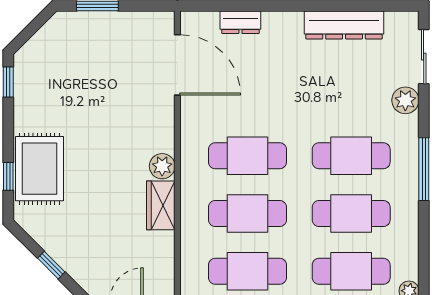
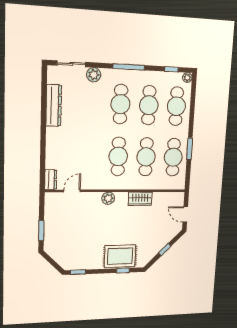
dresser: (240, 22) -> (51, 180), moved
door: (177, 65) -> (72, 191), width x0.53
plant: (162, 166) -> (108, 198), moved
window: (424, 256) -> (171, 69), added

